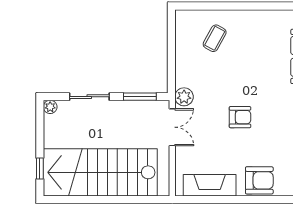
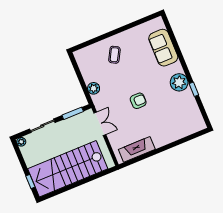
coffee table: (215, 38) -> (114, 55), moved
plant: (184, 97) -> (94, 88), moved
armchair: (259, 180) -> (165, 134), removed

